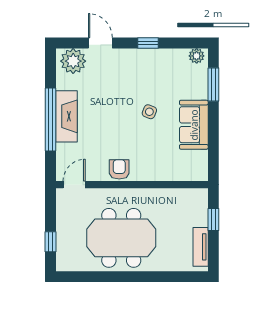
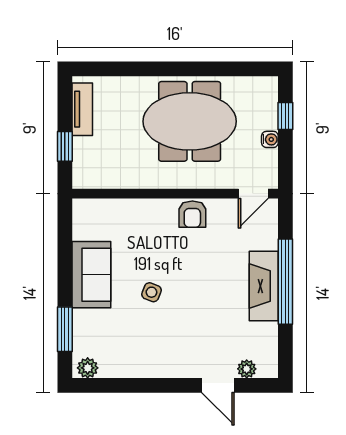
window: (148, 43) -> (153, 385), removed
plant: (73, 61) -> (247, 369), width x0.53, depth x0.53
water cooler: (62, 225) -> (270, 139), added

